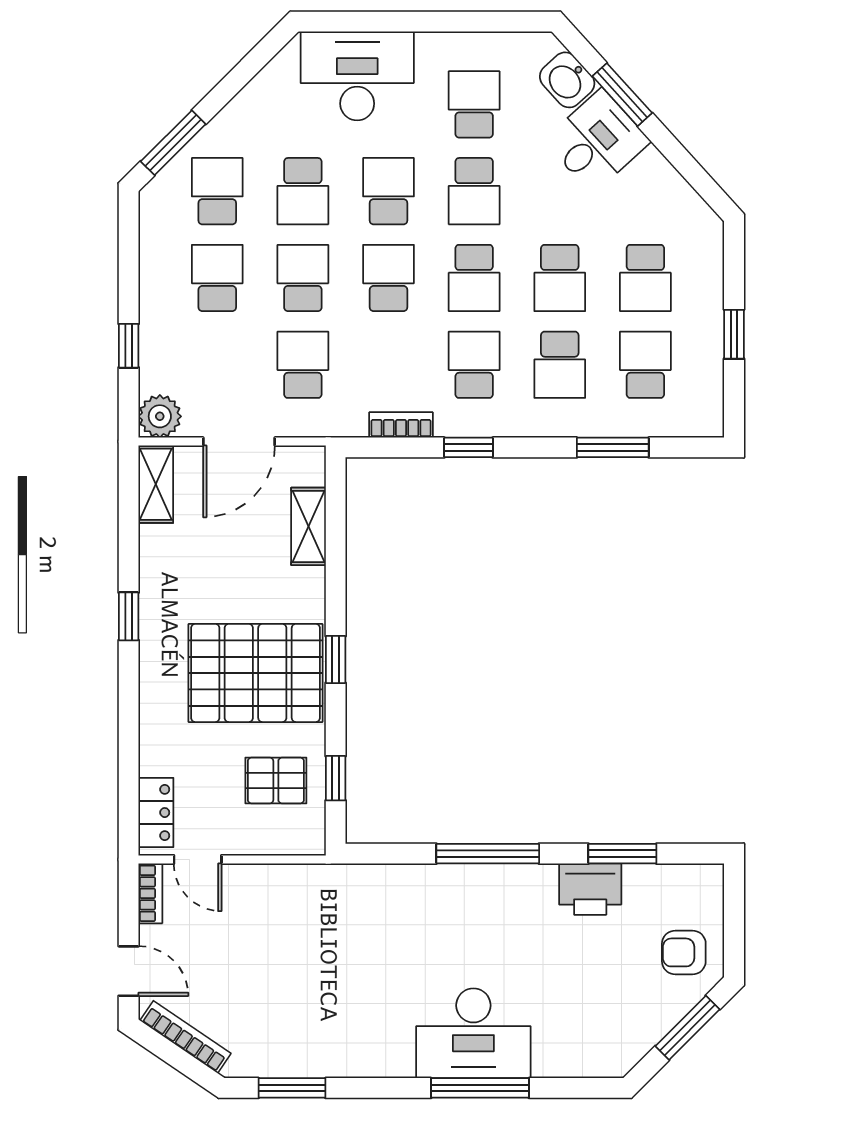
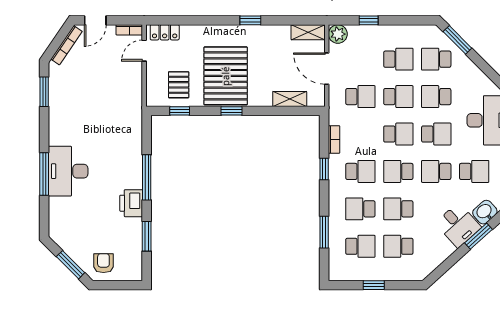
school desk: (217, 191) -> (436, 59), turned 180
printer: (590, 889) -> (131, 203), moved

